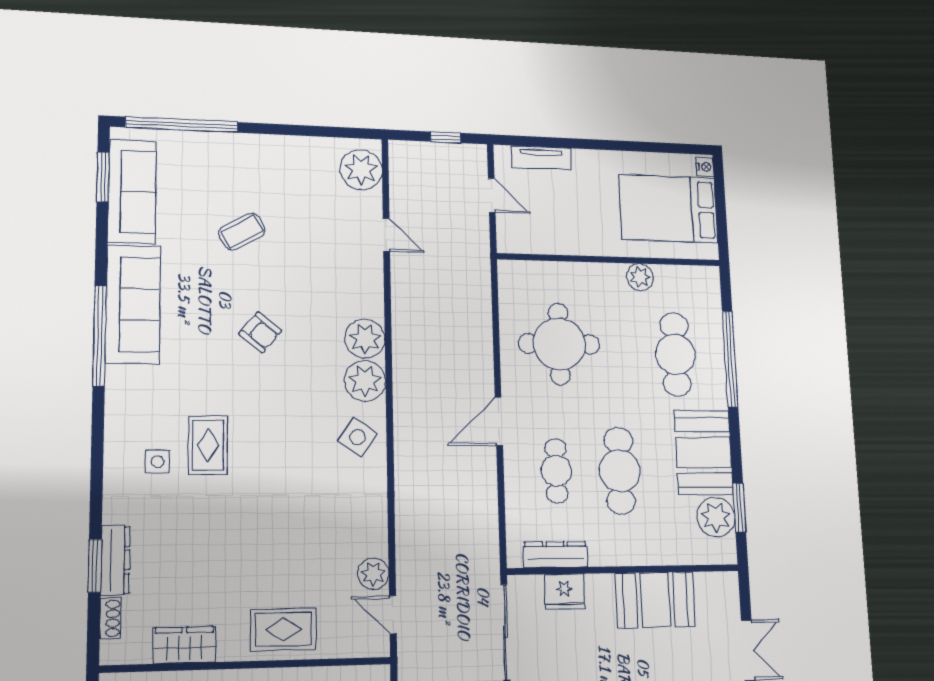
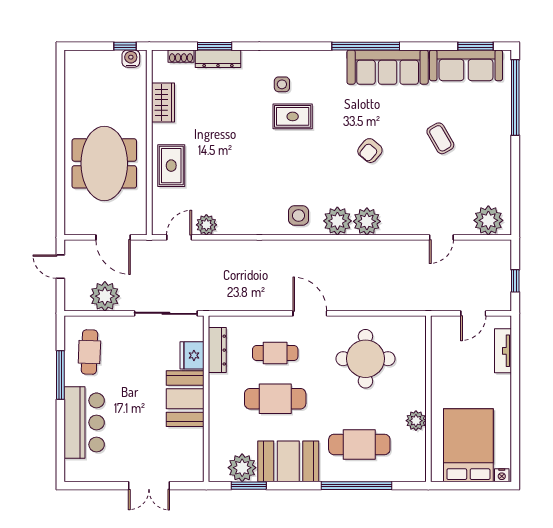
side table: (358, 437) -> (299, 215), turned -35
booth: (655, 600) -> (185, 399), moved

